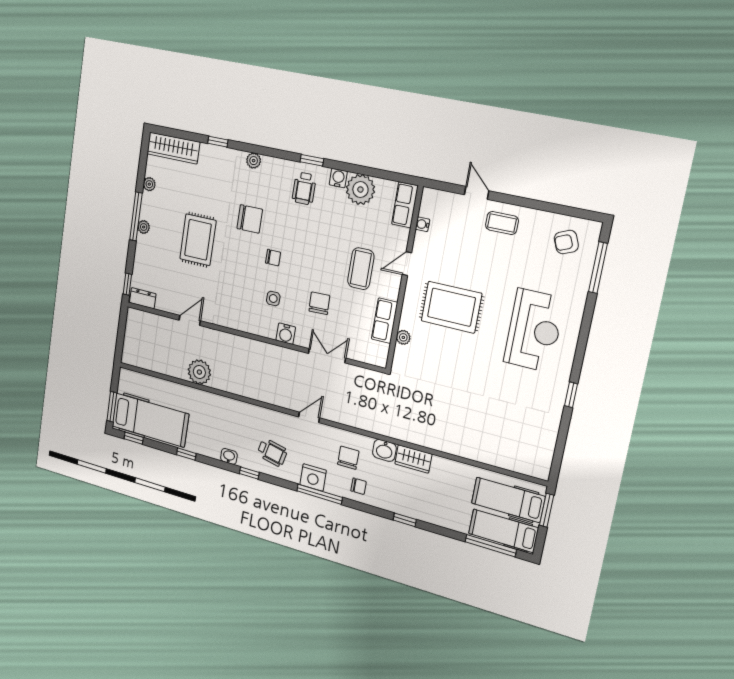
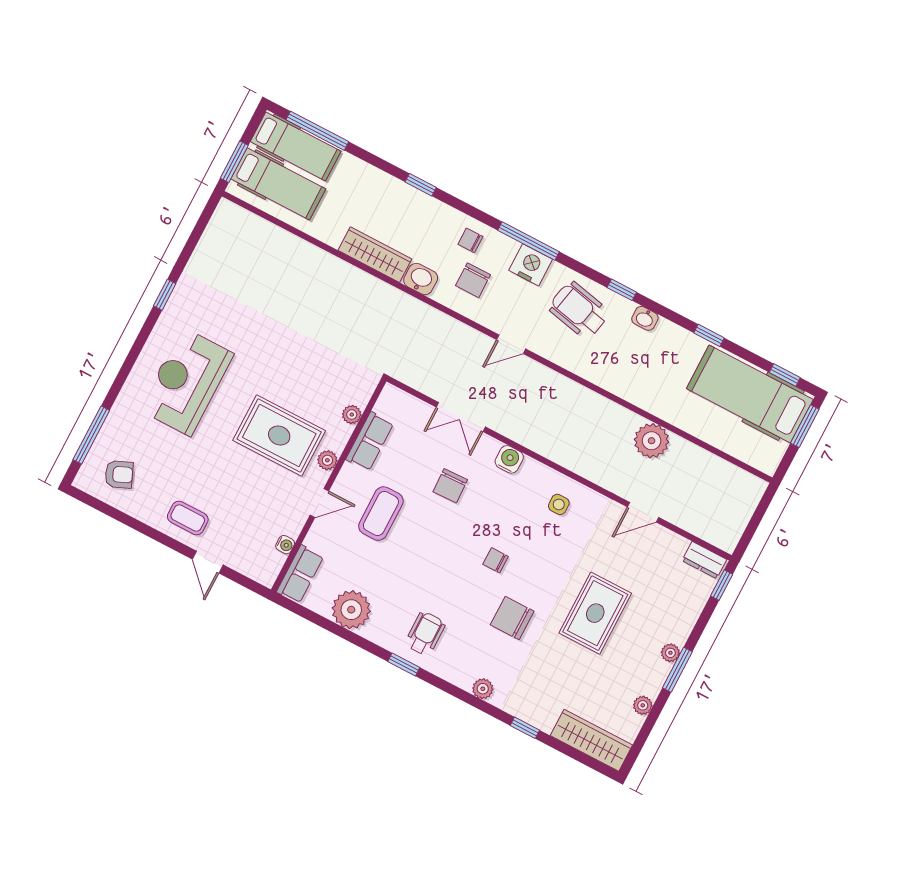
water cooler: (338, 178) -> (376, 632), removed
window: (136, 216) -> (677, 670), width x0.69
plant: (411, 298) -> (327, 460), added
side table: (273, 299) -> (559, 504), moved
wheelchair: (272, 452) -> (579, 310), width x1.36, depth x1.37
wardrobe: (413, 459) -> (375, 255), width x1.50

